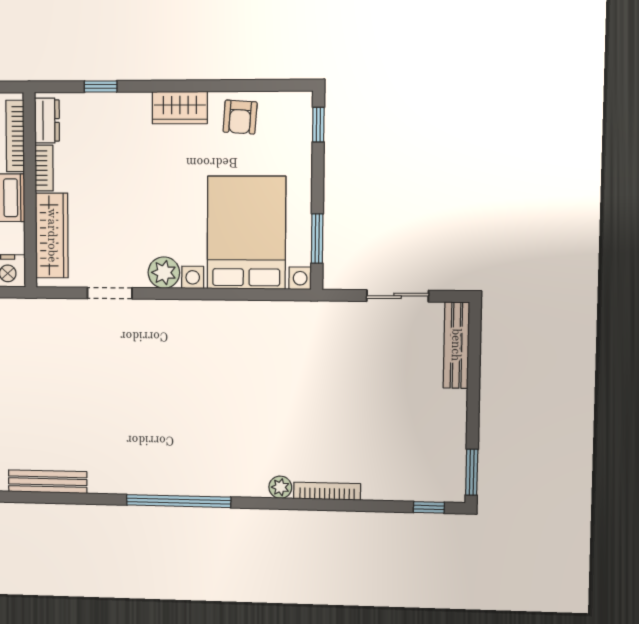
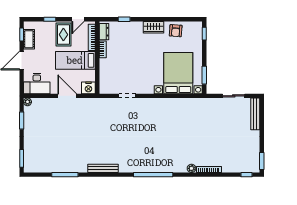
wardrobe: (52, 235) -> (105, 74), removed
plant: (164, 273) -> (148, 88), removed

